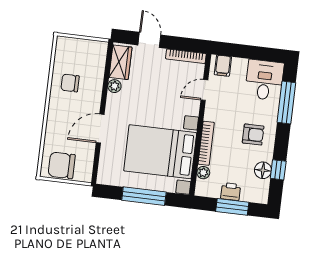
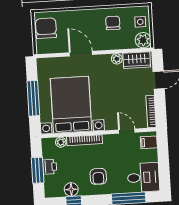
side table: (75, 49) -> (140, 22), added
plant: (98, 50) -> (143, 40), added

